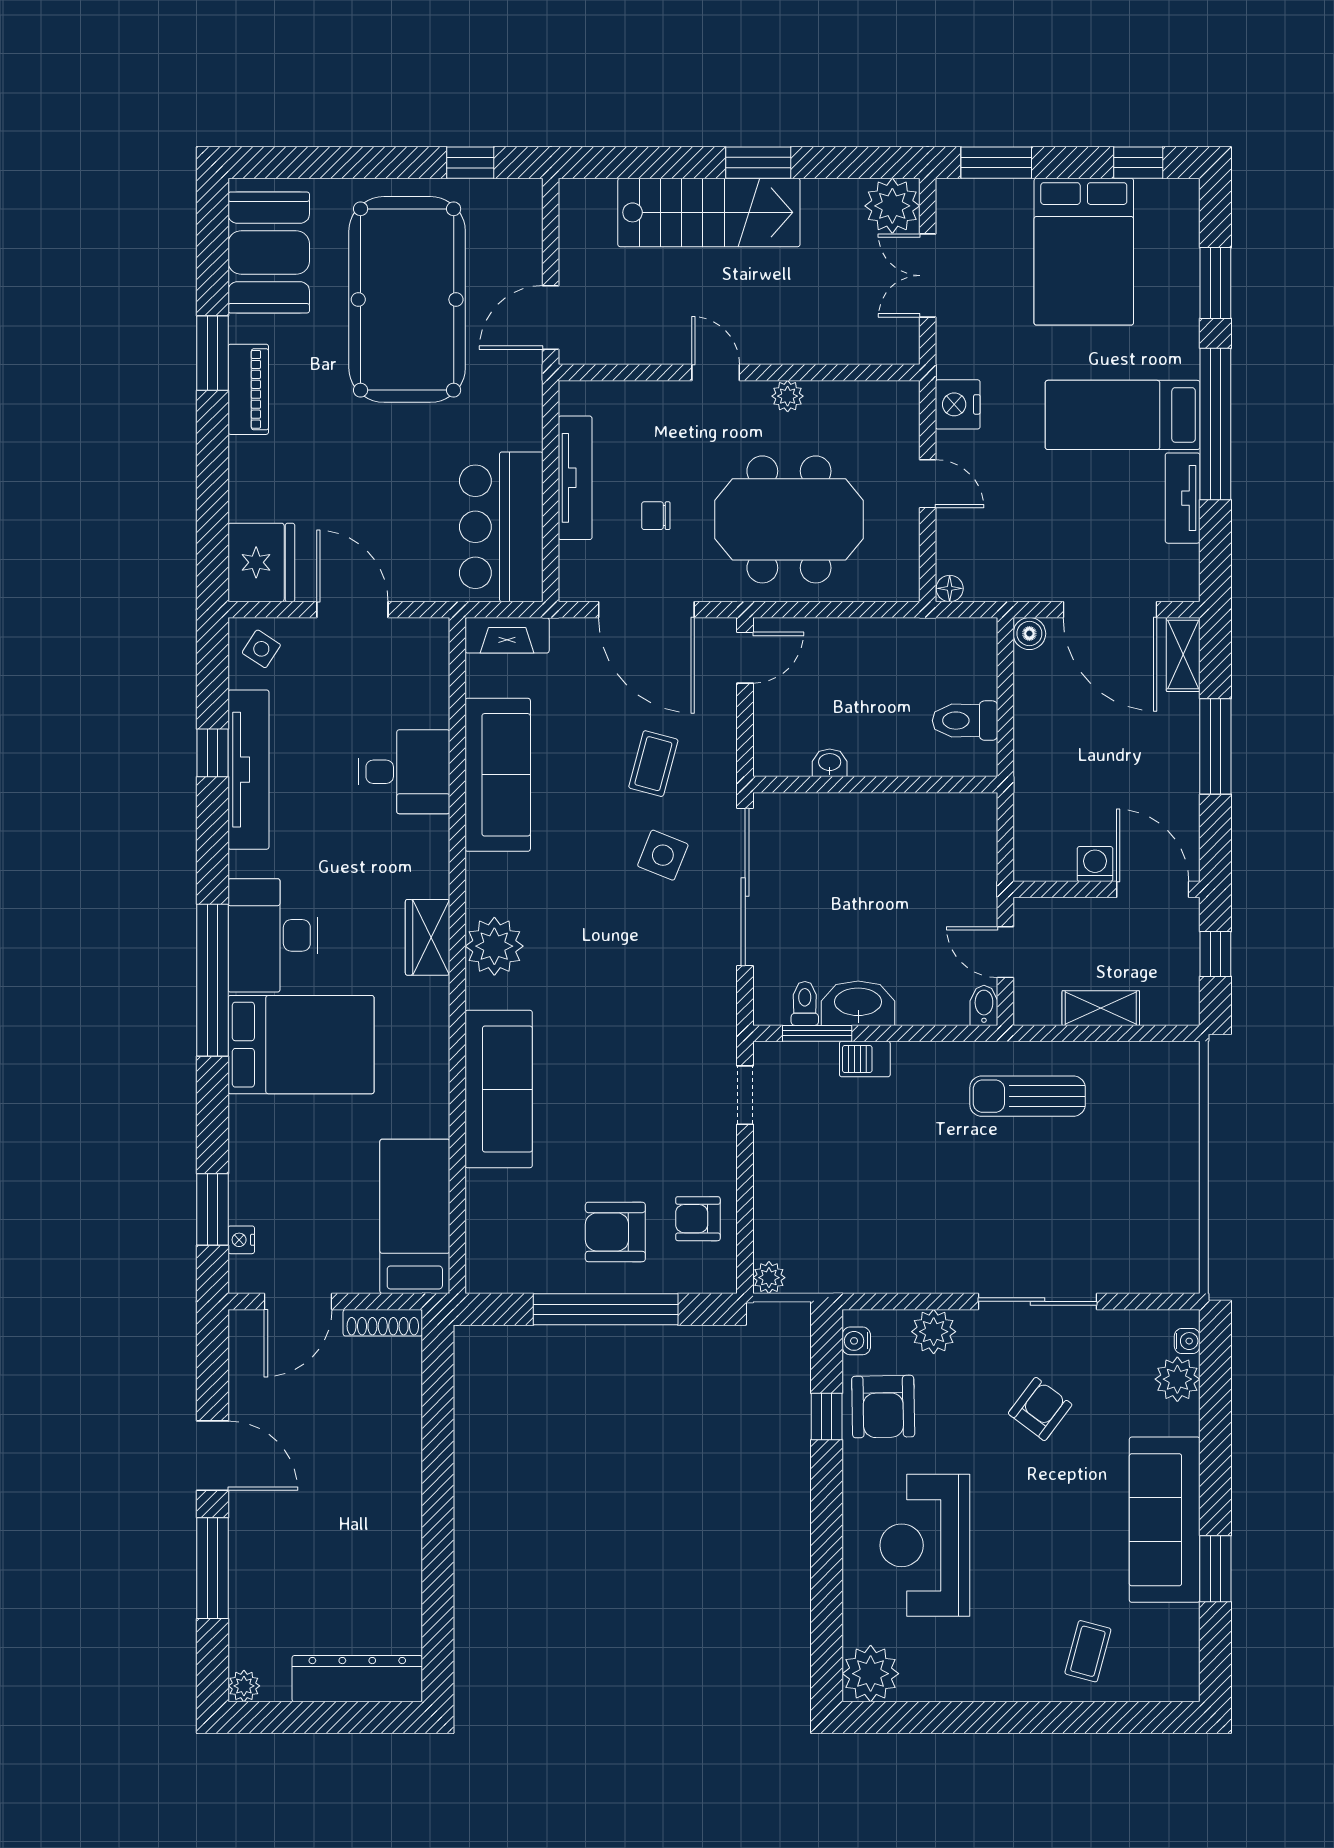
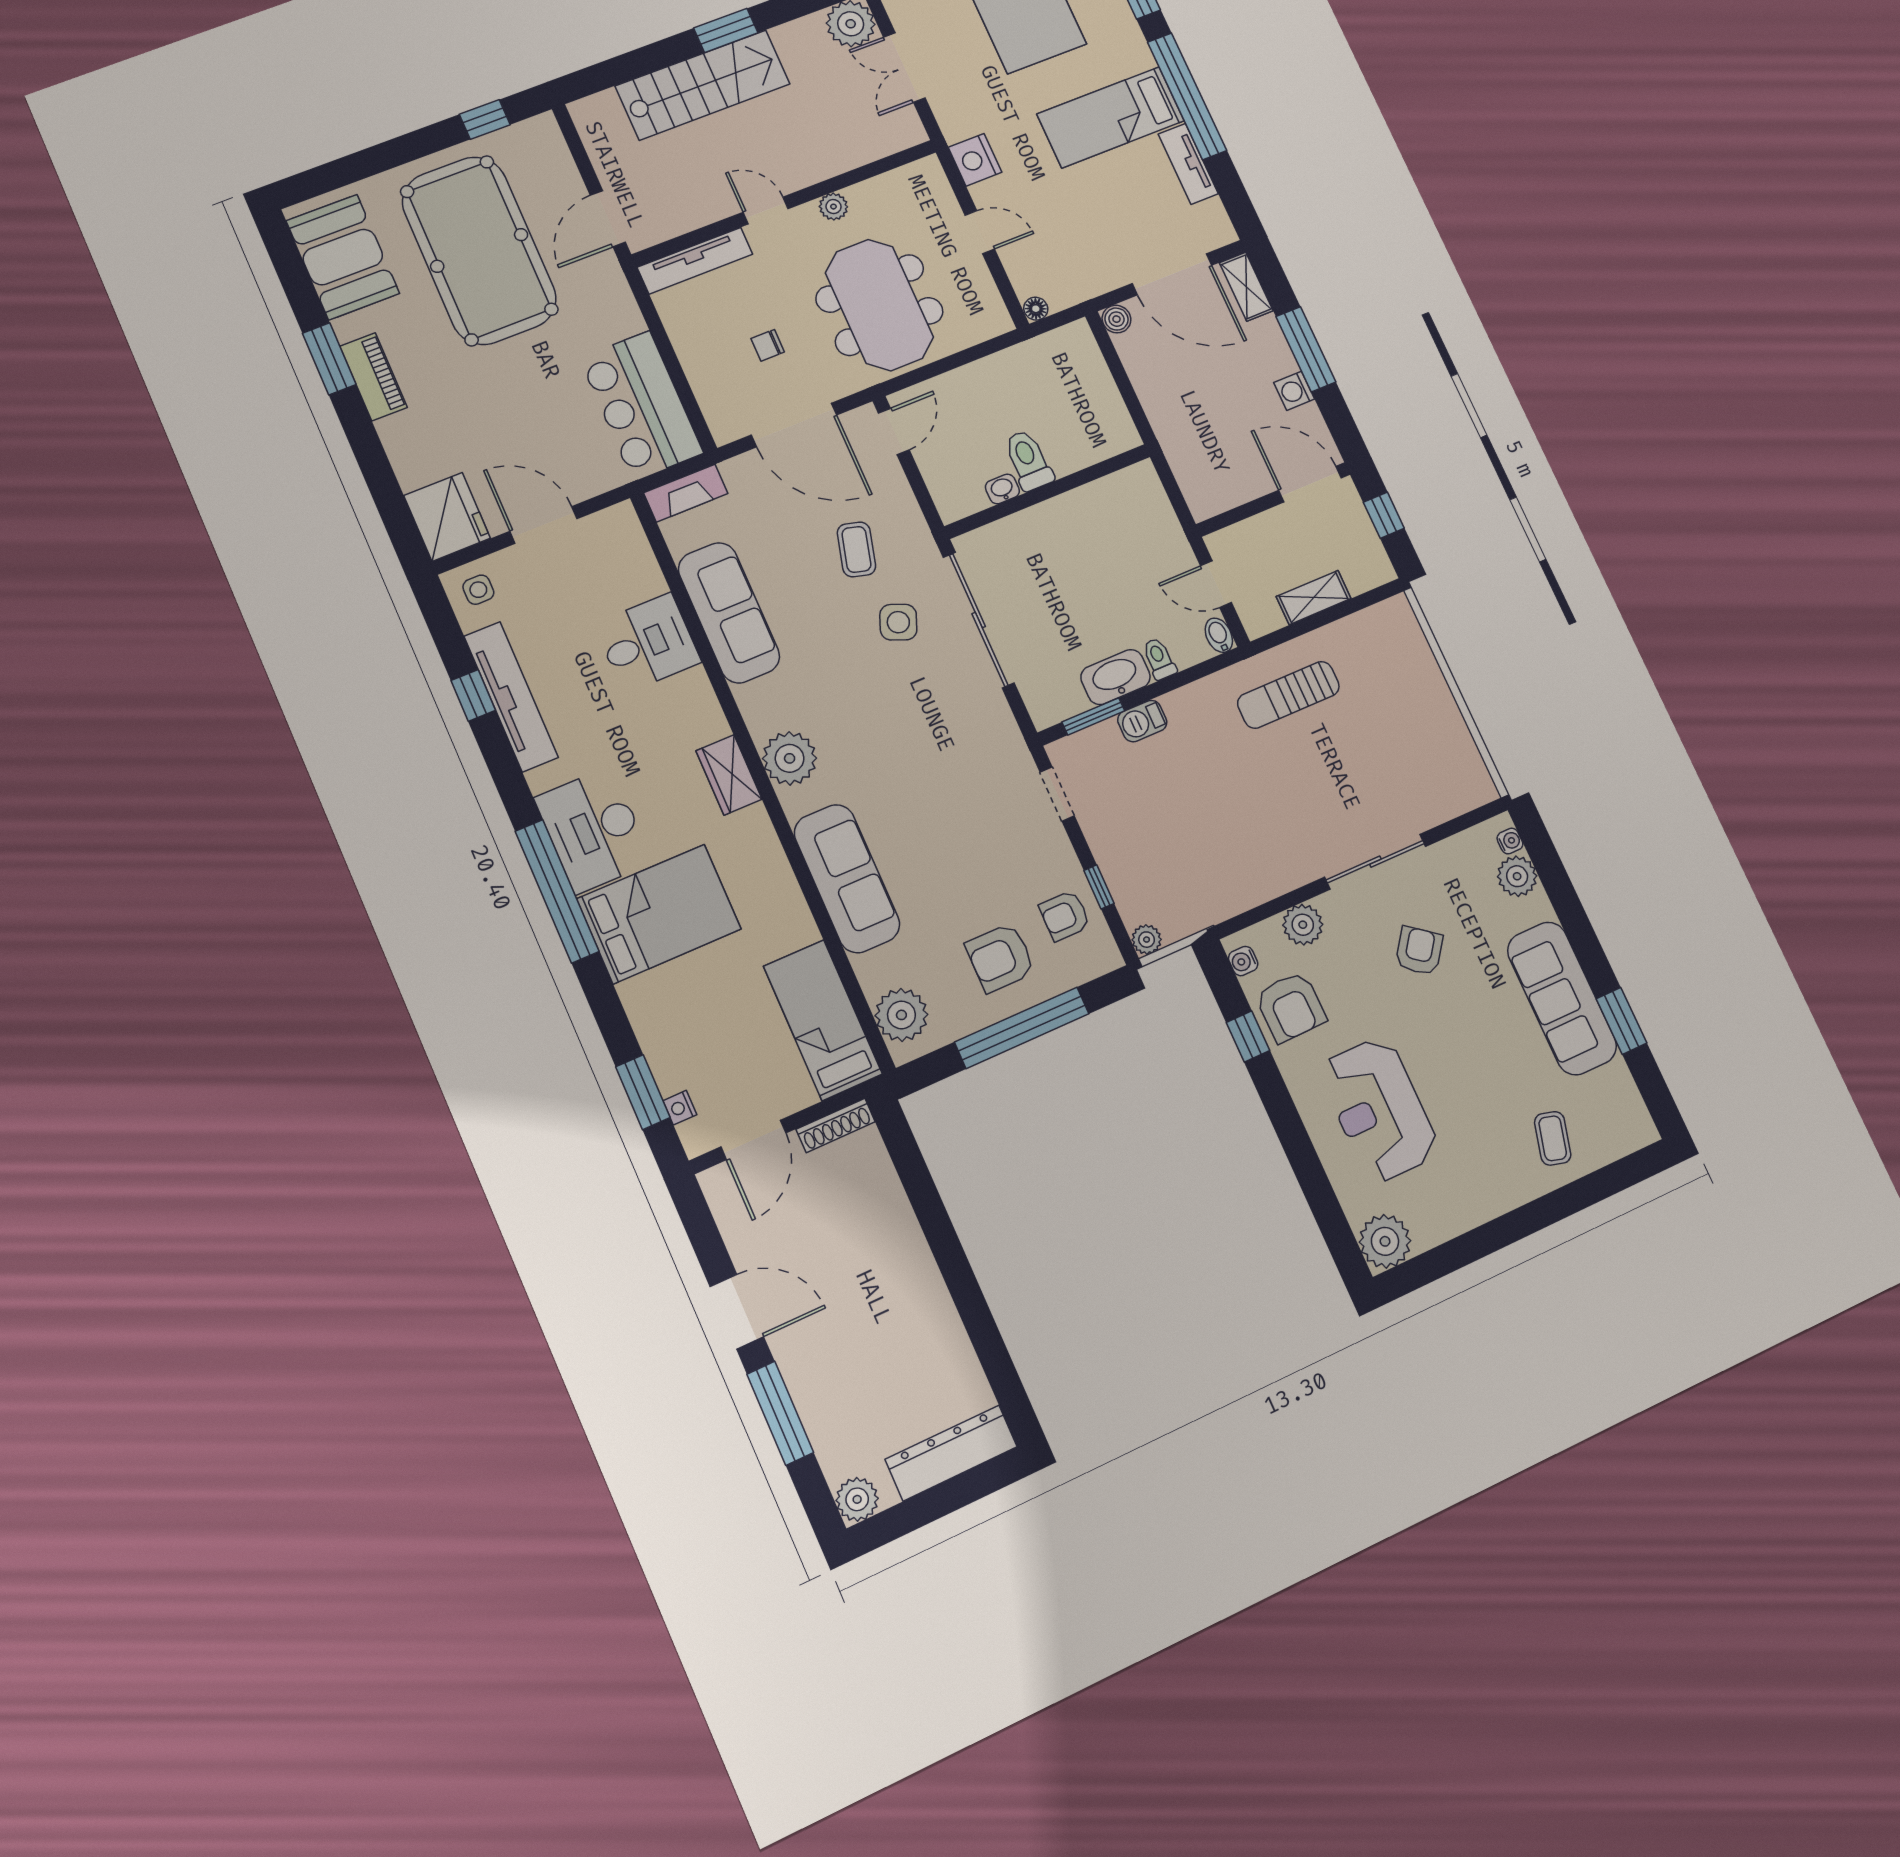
tv unit: (575, 478) -> (695, 261), moved, turned 90
meeting table: (789, 519) -> (879, 305), turned 90
side table: (261, 649) -> (478, 590), turned -33
toilet: (965, 721) -> (1028, 460), moved, turned 90
washing machine: (1095, 864) -> (1294, 391), moved, turned -90
toilet: (805, 1003) -> (1159, 659), moved
window: (745, 1205) -> (1099, 887), added
plant: (493, 1245) -> (901, 1015), added
plant: (244, 1686) -> (857, 1499), width x1.38, depth x1.38

